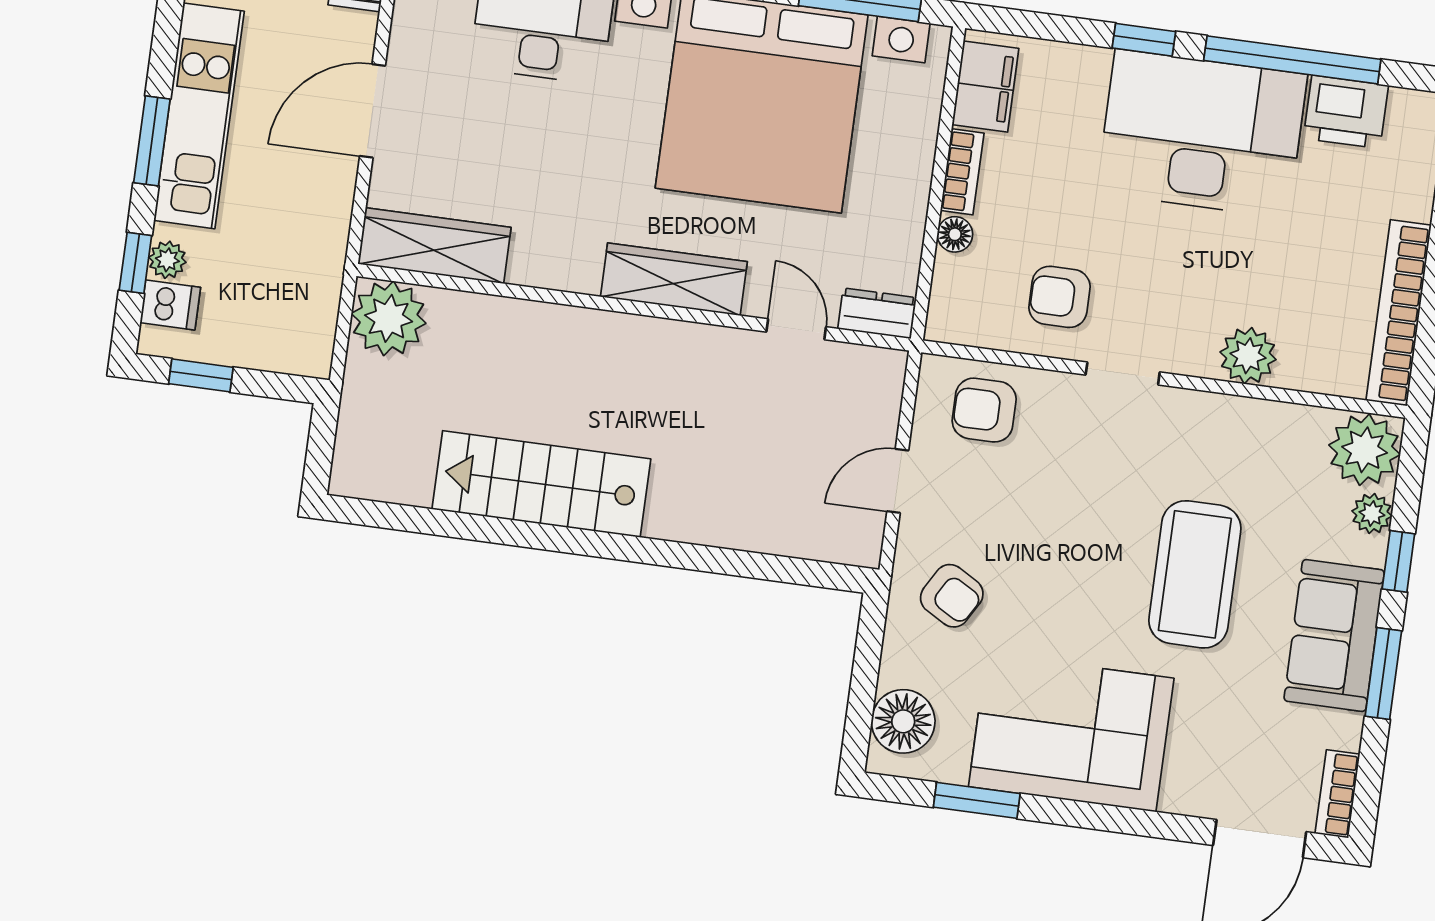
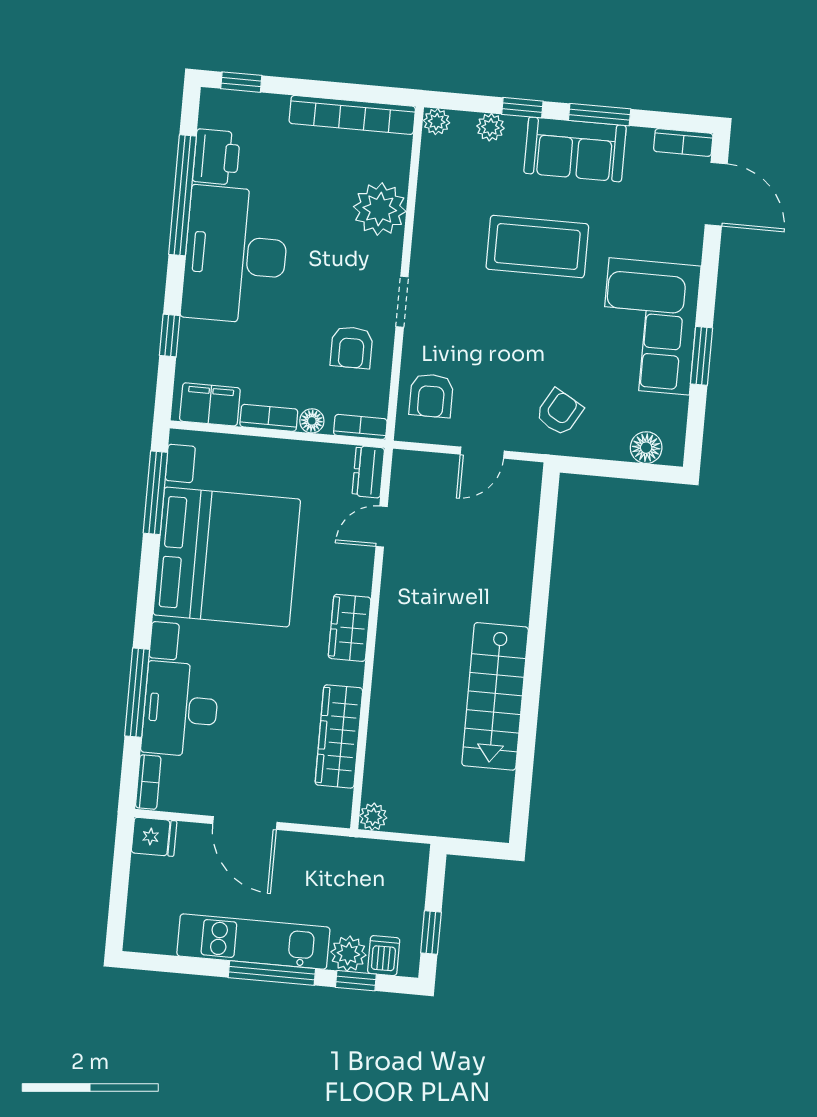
window: (1144, 40) -> (170, 336), moved
window: (152, 141) -> (272, 973), width x1.44
wardrobe: (434, 246) -> (339, 736), moved
plant: (167, 260) -> (348, 954), width x1.38, depth x1.38
wardrobe: (674, 279) -> (350, 628), width x0.67
bookcase: (943, 305) -> (360, 427), added
plant: (389, 318) -> (373, 817), width x0.53, depth x0.53
plant: (1248, 356) -> (380, 209), width x1.36, depth x1.36
plant: (1365, 450) -> (437, 122), width x0.53, depth x0.53
door: (898, 481) -> (482, 453), hinge flipped
floor lamp: (903, 721) -> (646, 448), width x0.73, depth x0.73
window: (977, 800) -> (702, 356), moved

